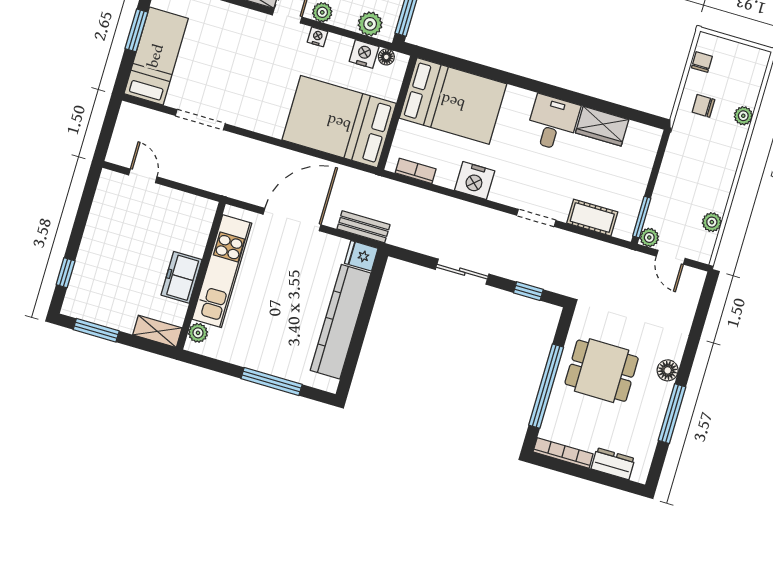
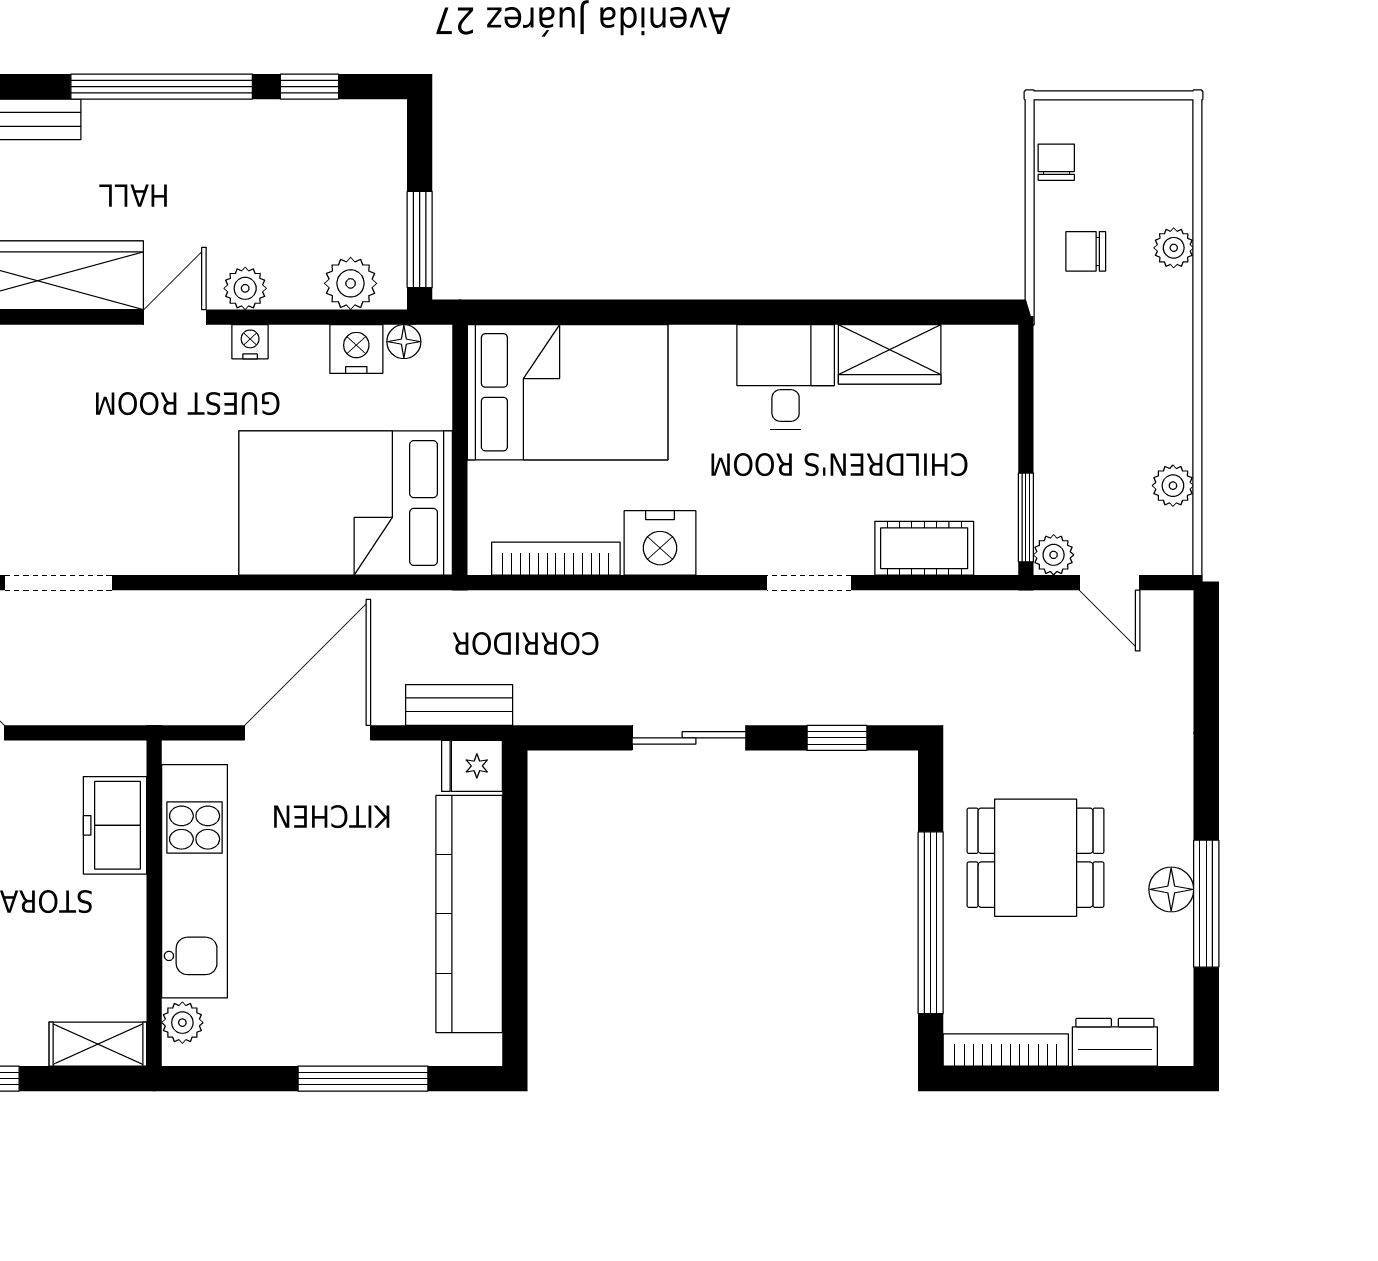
bookcase: (416, 171) -> (556, 559), width x1.56
freezer: (181, 277) -> (115, 825), moved
floor lamp: (668, 370) -> (1171, 889), moved

